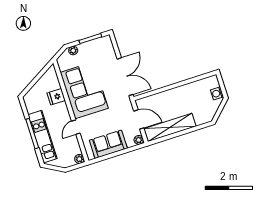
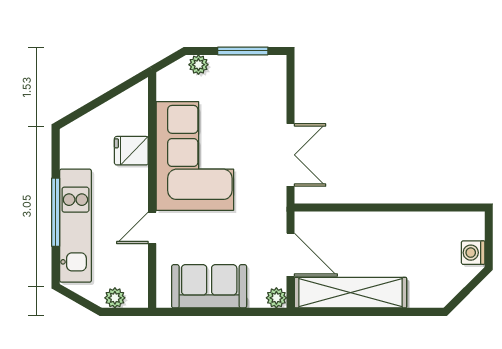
double door: (125, 77) -> (290, 155), width x0.73
plant: (79, 159) -> (115, 298), moved

